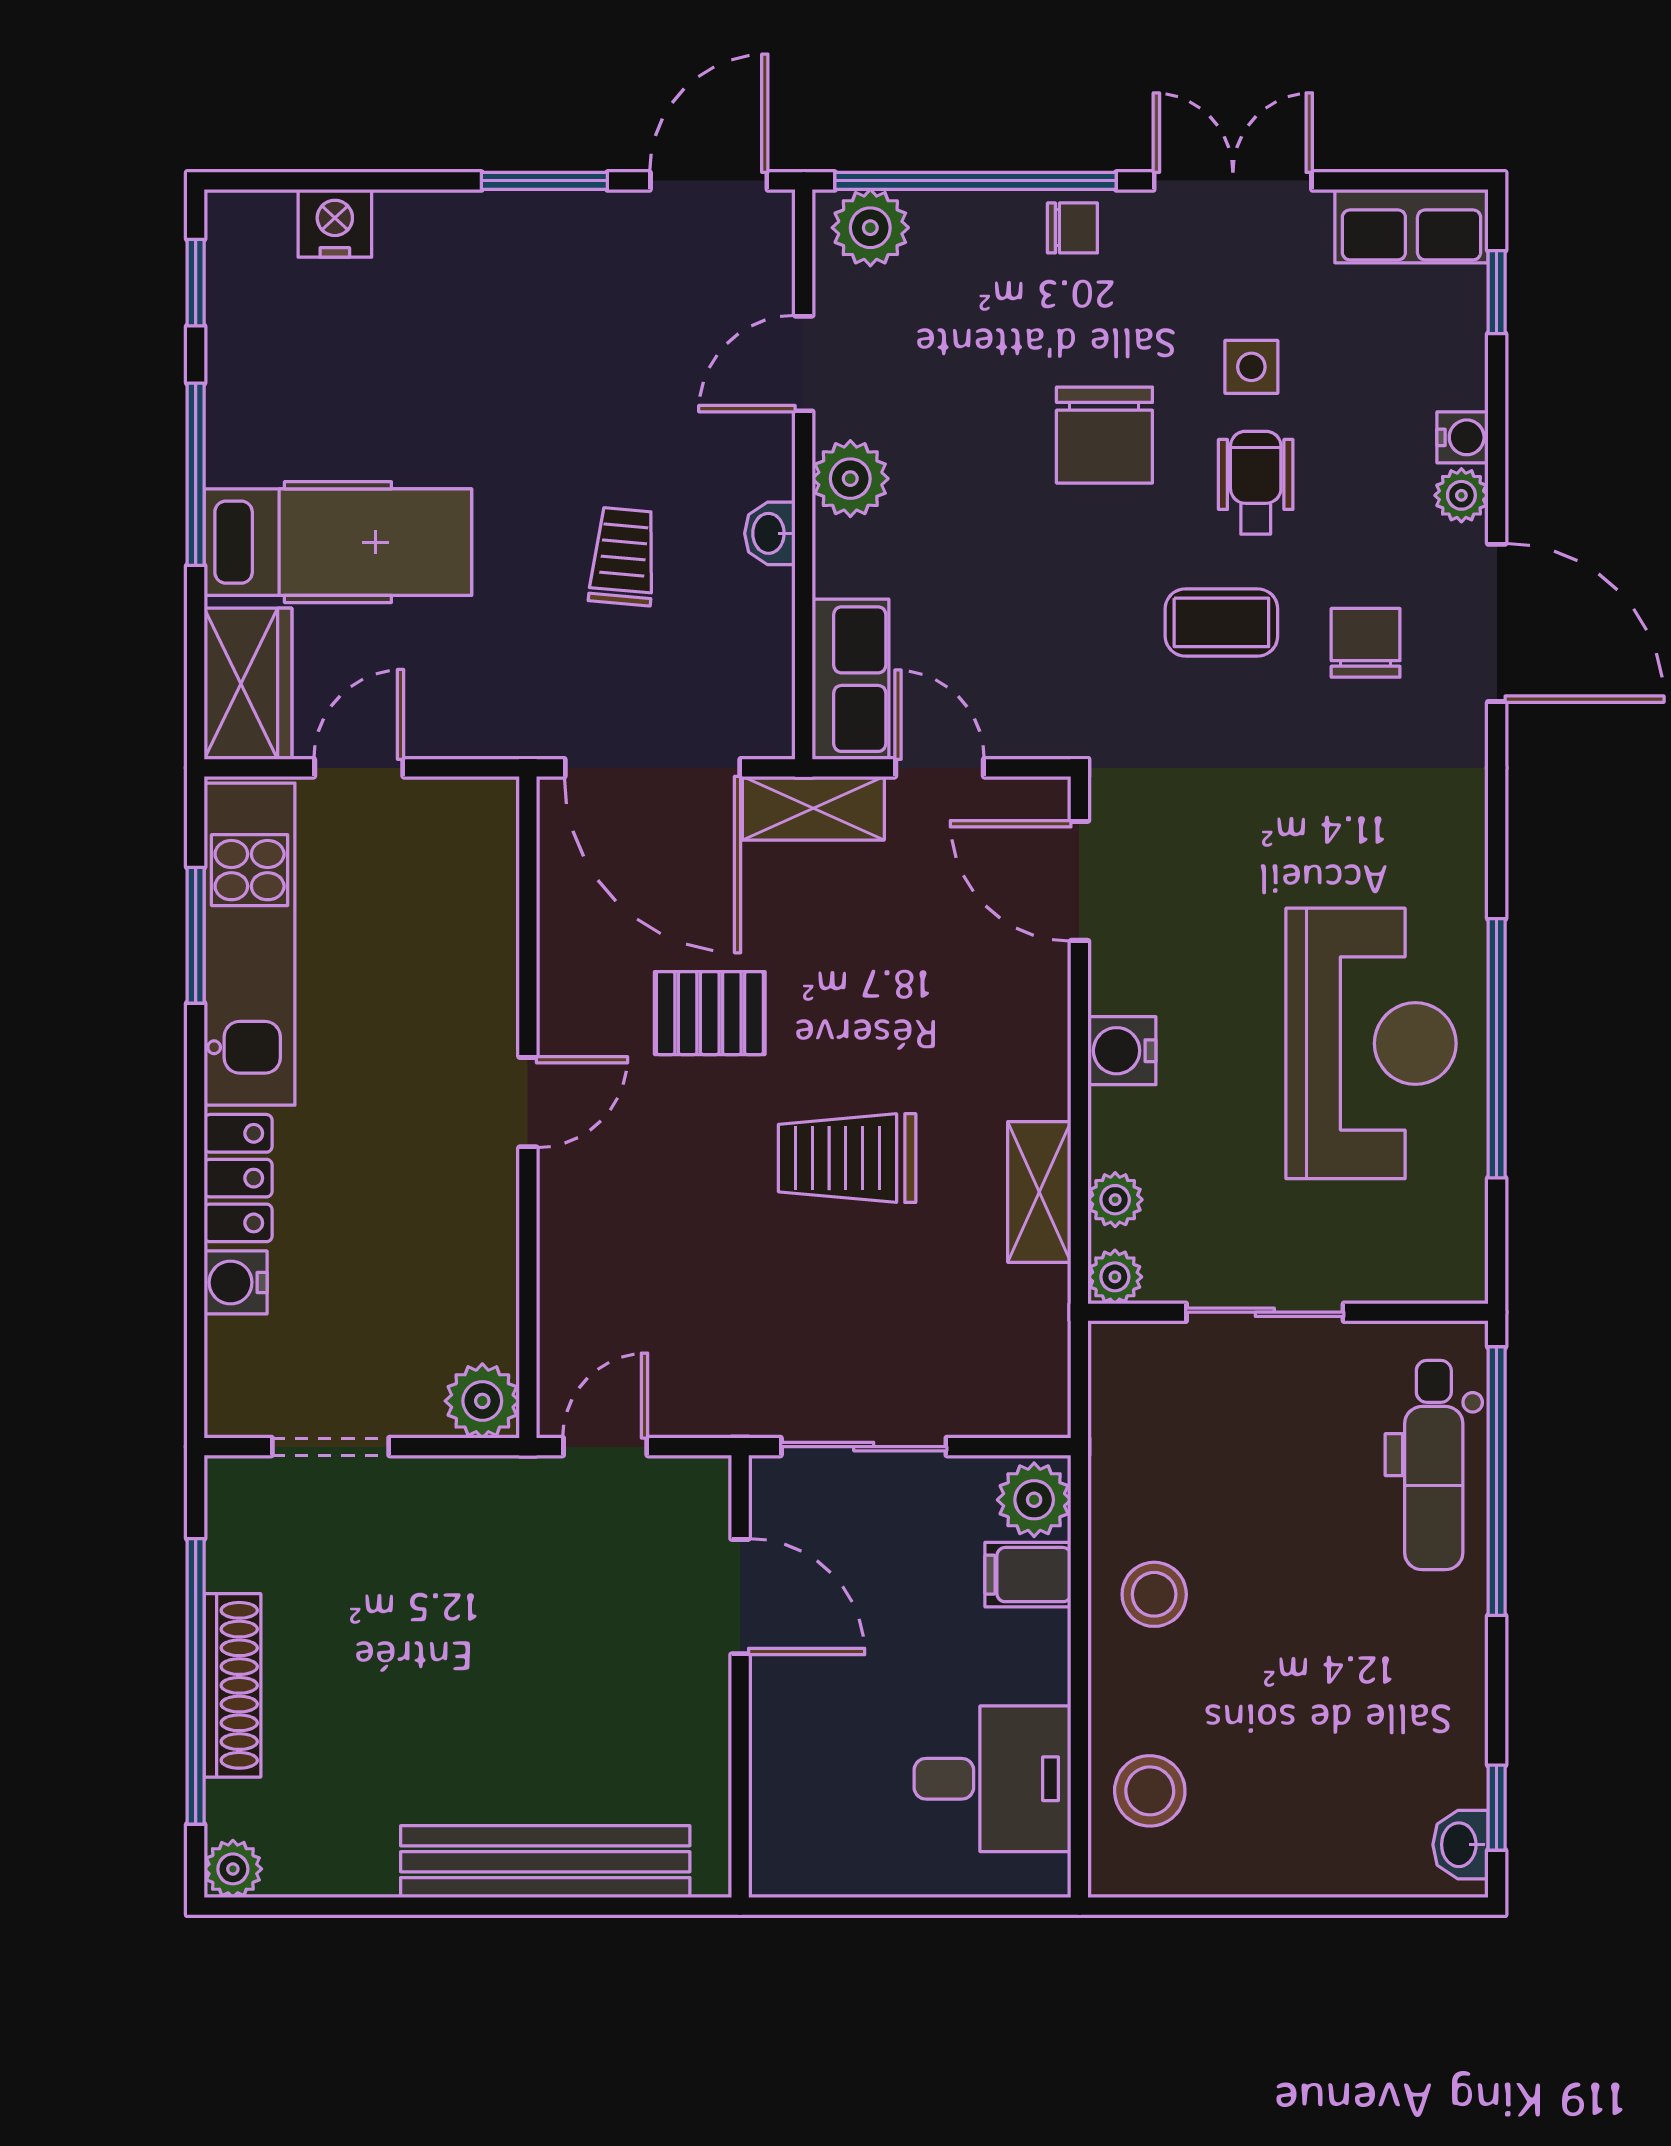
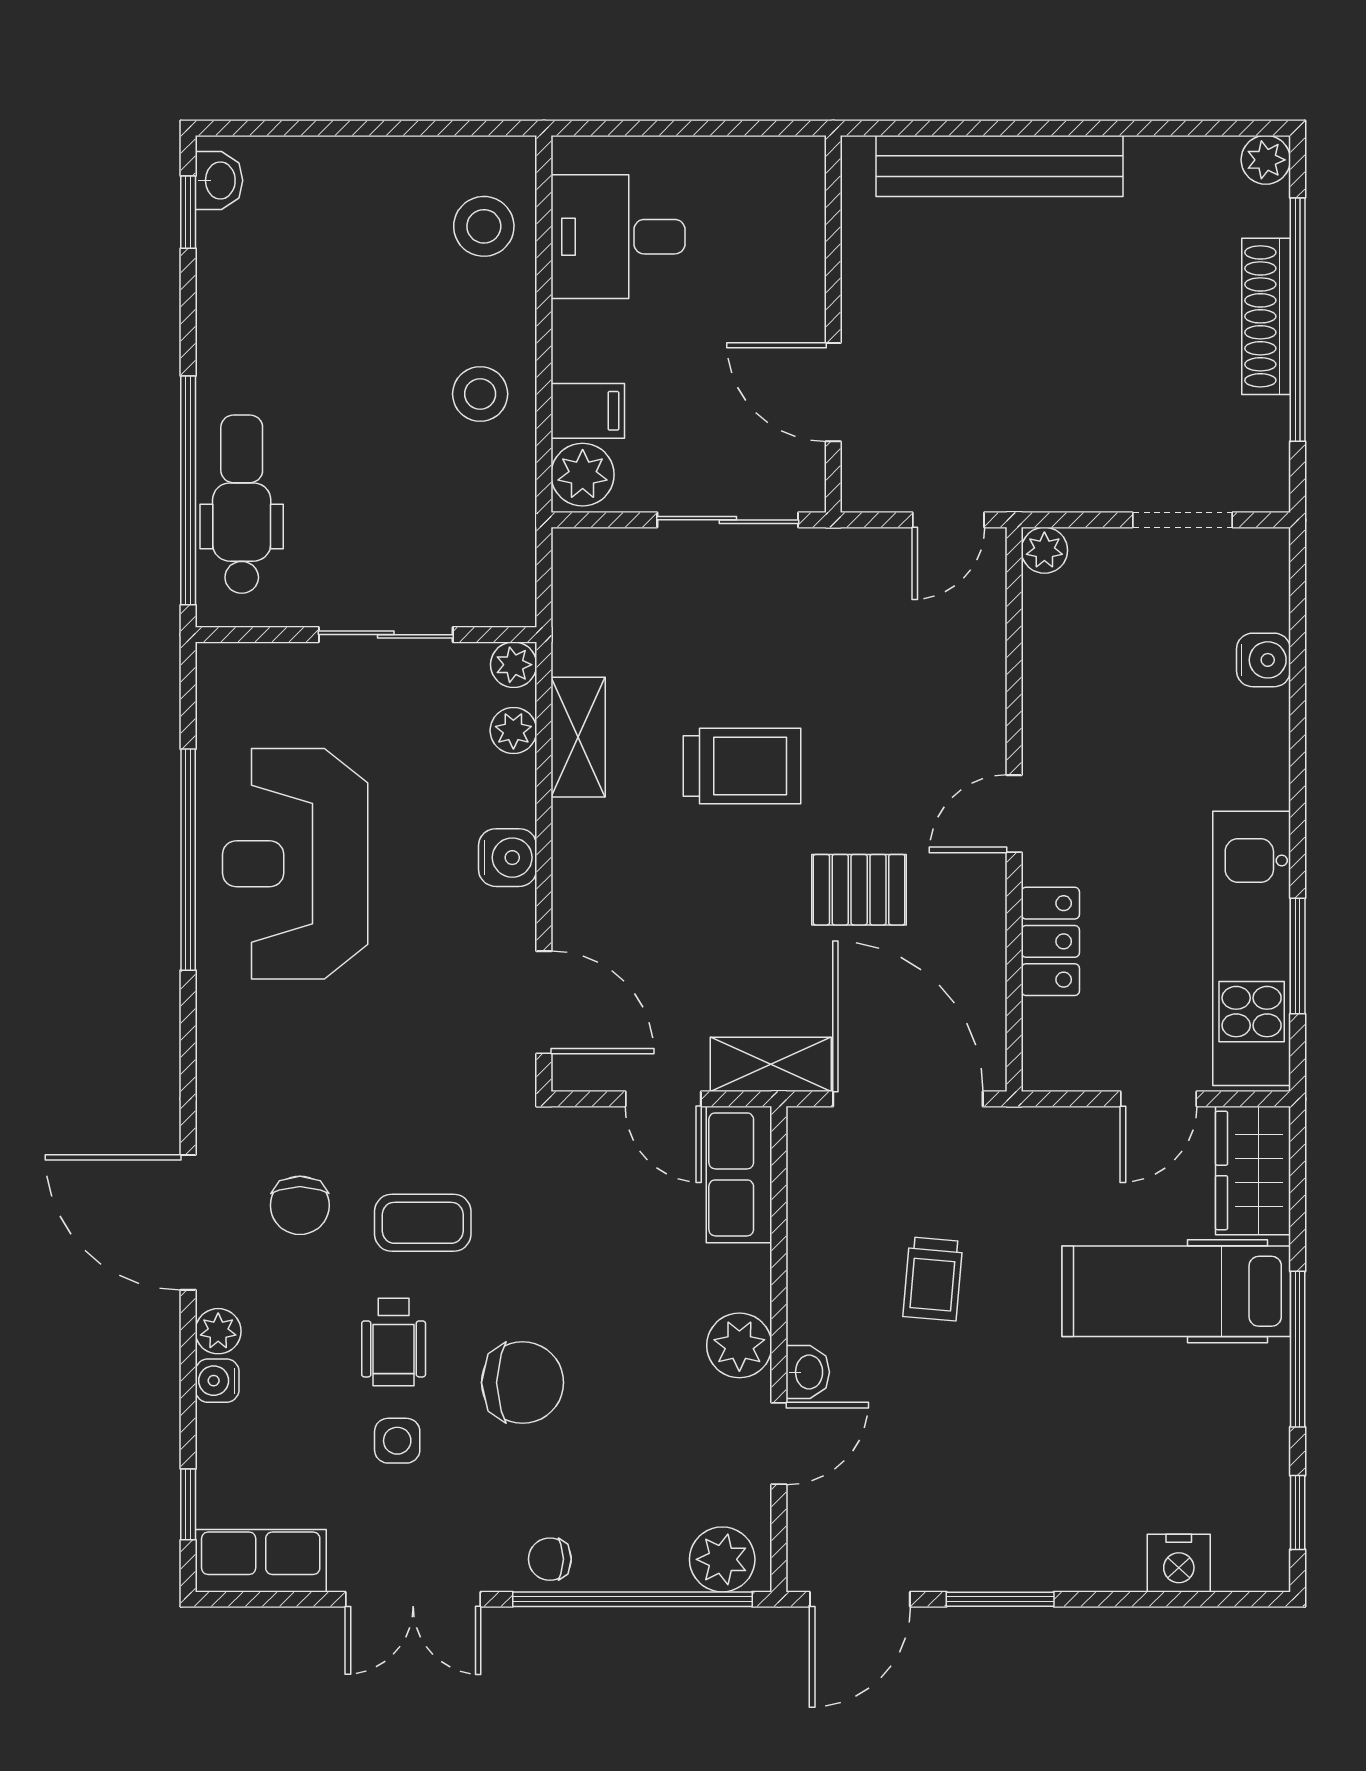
chair: (1104, 435) -> (523, 1383), turned 90
washbasin: (770, 533) -> (808, 1372), moved
locker: (238, 1178) -> (1050, 941), moved, turned 180
plant: (482, 1401) -> (1044, 550), width x0.73, depth x0.73

